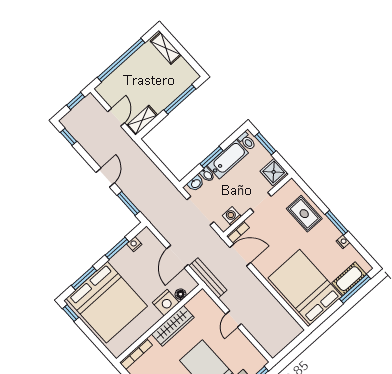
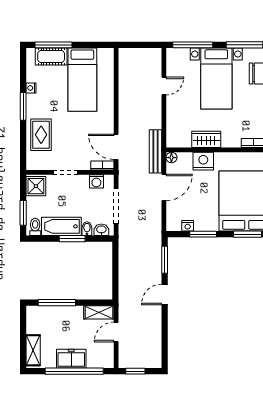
freezer: (132, 67) -> (71, 359), added
window: (68, 137) -> (165, 349), removed
bed: (305, 287) -> (82, 80), width x0.67
floor lamp: (181, 294) -> (171, 158), moved
door: (234, 319) -> (164, 86), moved
wardrobe: (173, 326) -> (206, 139), width x0.67

